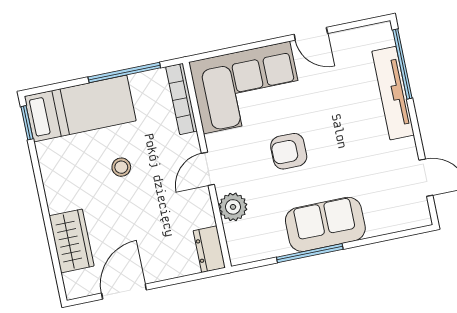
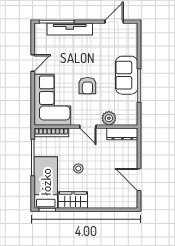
wardrobe: (72, 241) -> (73, 200), moved
dresser: (209, 249) -> (122, 134), width x1.44

